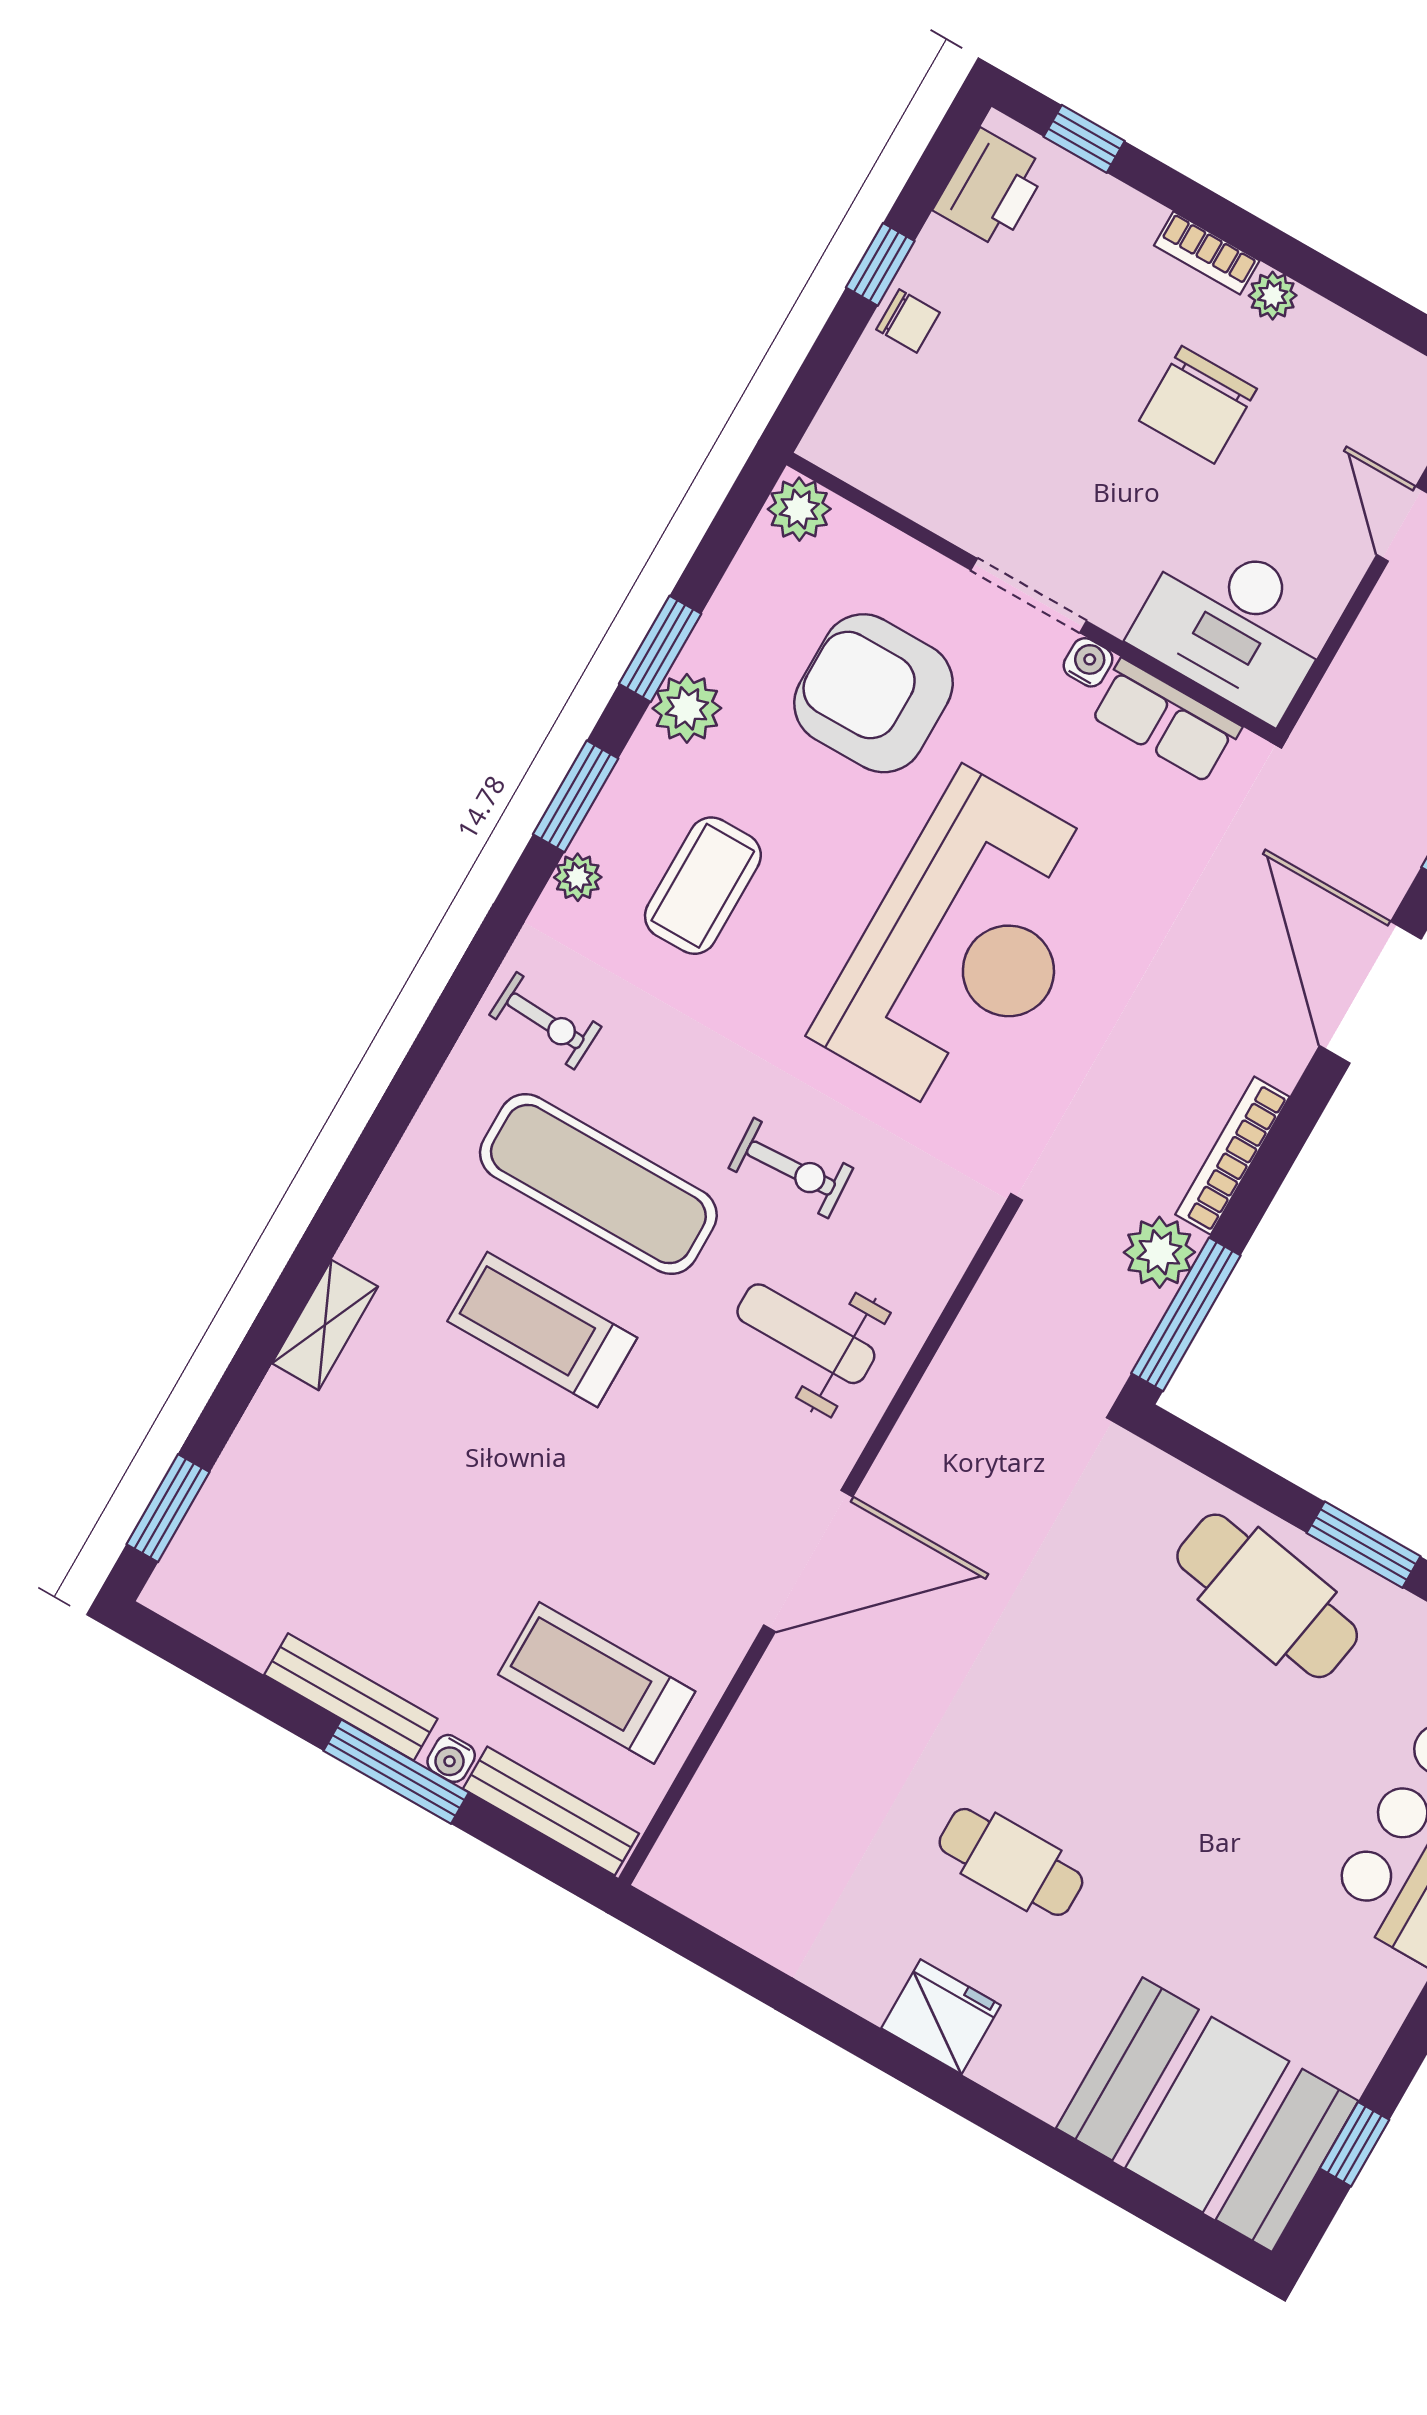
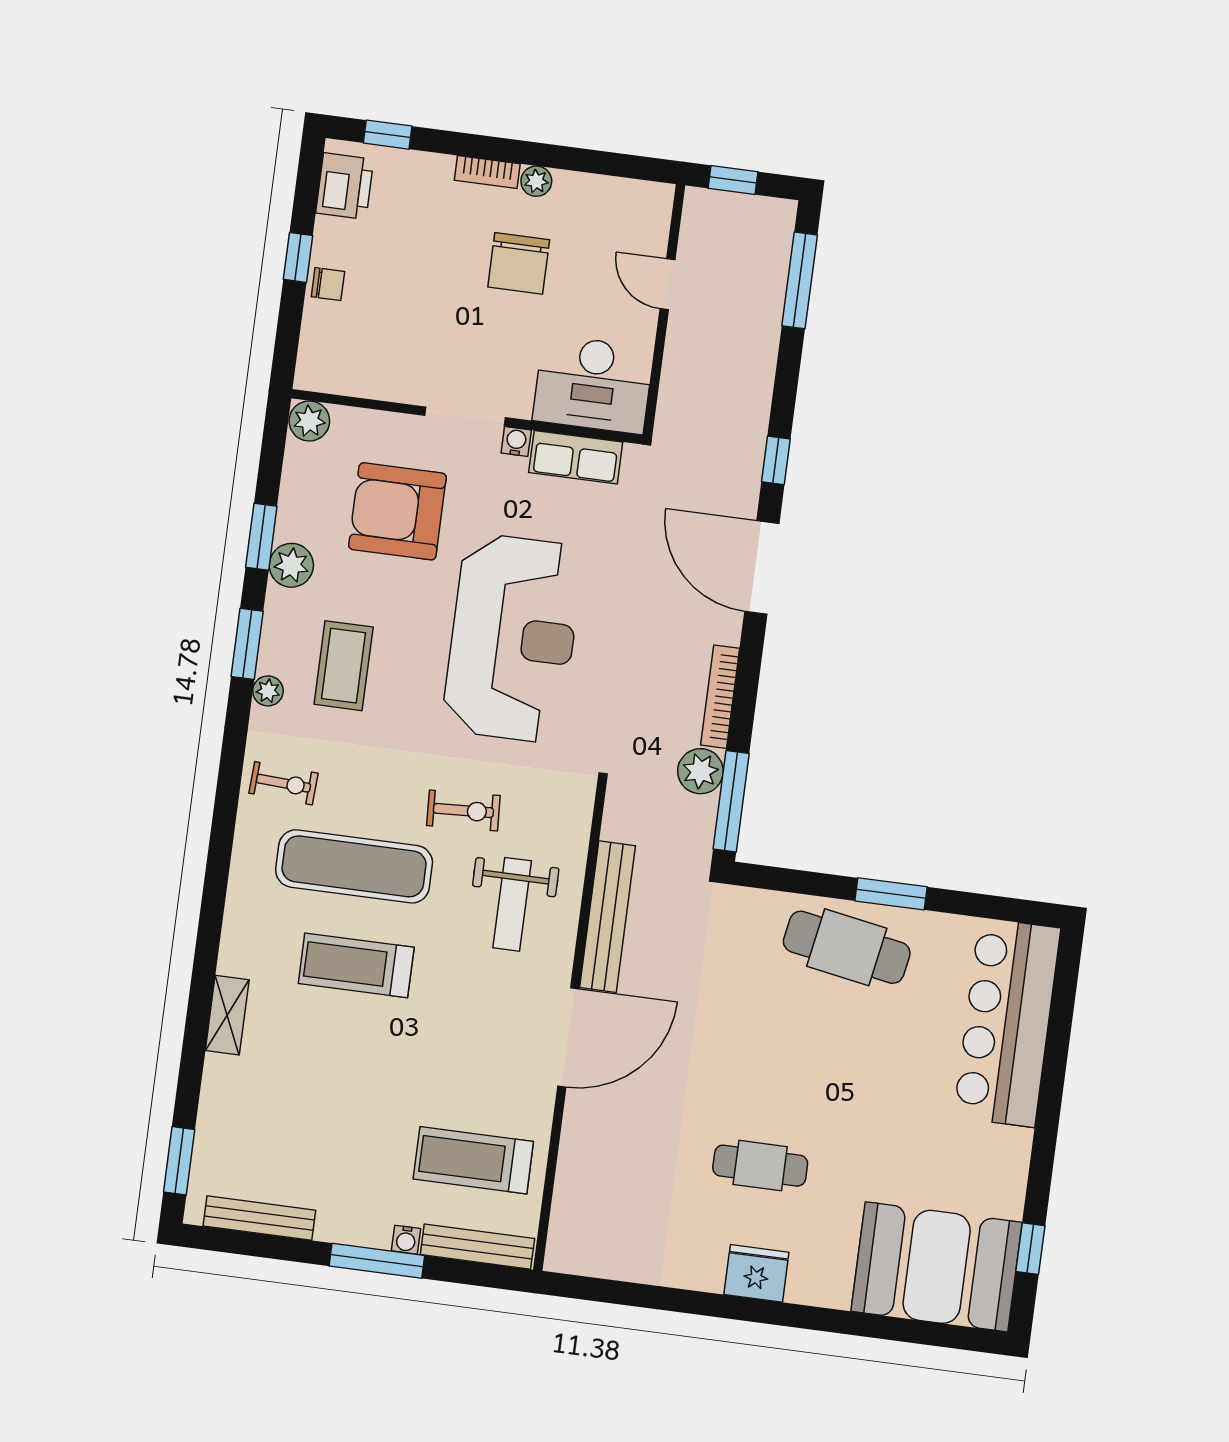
weight bench: (806, 1334) -> (512, 904), turned -90
bench: (937, 1409) -> (608, 917), added
bench: (351, 1697) -> (259, 1218), moved

